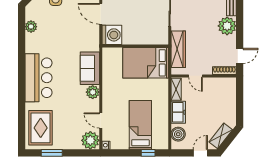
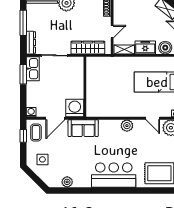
bed: (146, 63) -> (100, 77), removed
sofa: (90, 68) -> (83, 128), moved
door: (101, 120) -> (153, 118), hinge flipped

